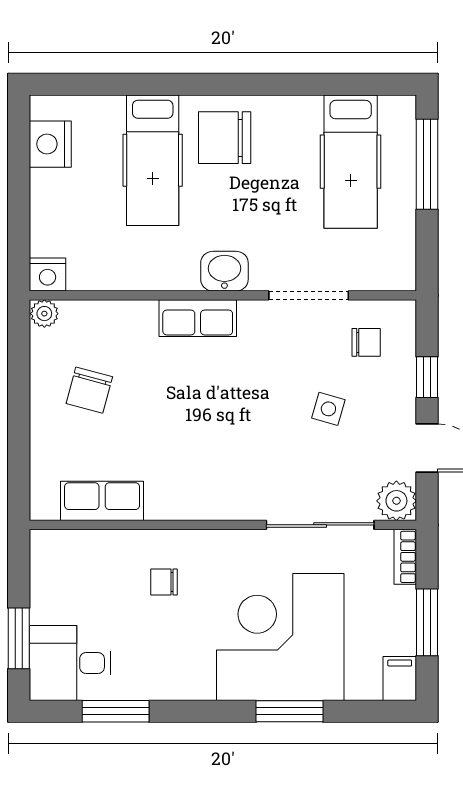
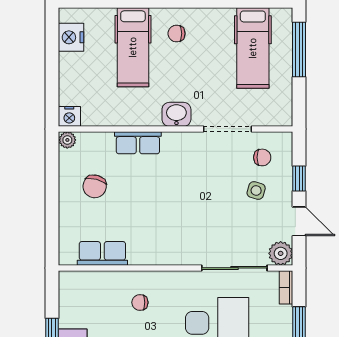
chair: (225, 138) -> (177, 34), width x0.54, depth x0.54
row of seats: (198, 318) -> (138, 143), moved
side table: (328, 409) -> (256, 191), moved

